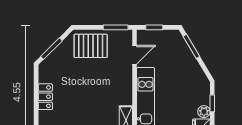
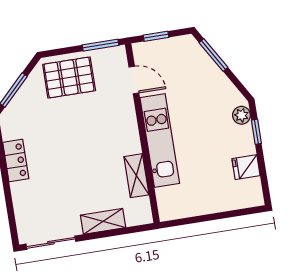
door: (134, 55) -> (134, 80), hinge flipped
plant: (204, 112) -> (242, 115), moved

